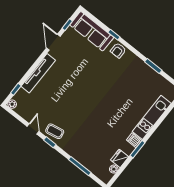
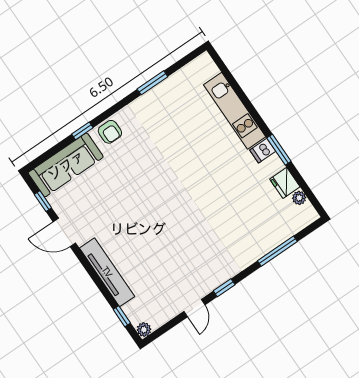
door: (33, 129) -> (194, 308), swing flipped
coffee table: (55, 131) -> (209, 274), removed

